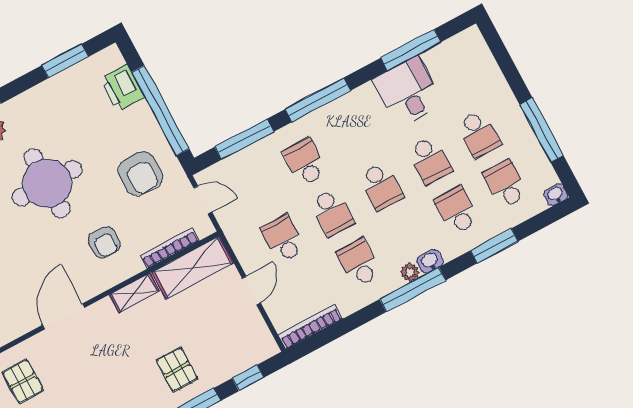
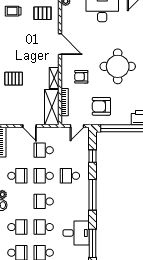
window: (244, 139) -> (93, 156), width x0.46
school desk: (305, 162) -> (70, 176), turned 180
school desk: (283, 239) -> (44, 150), turned 180

